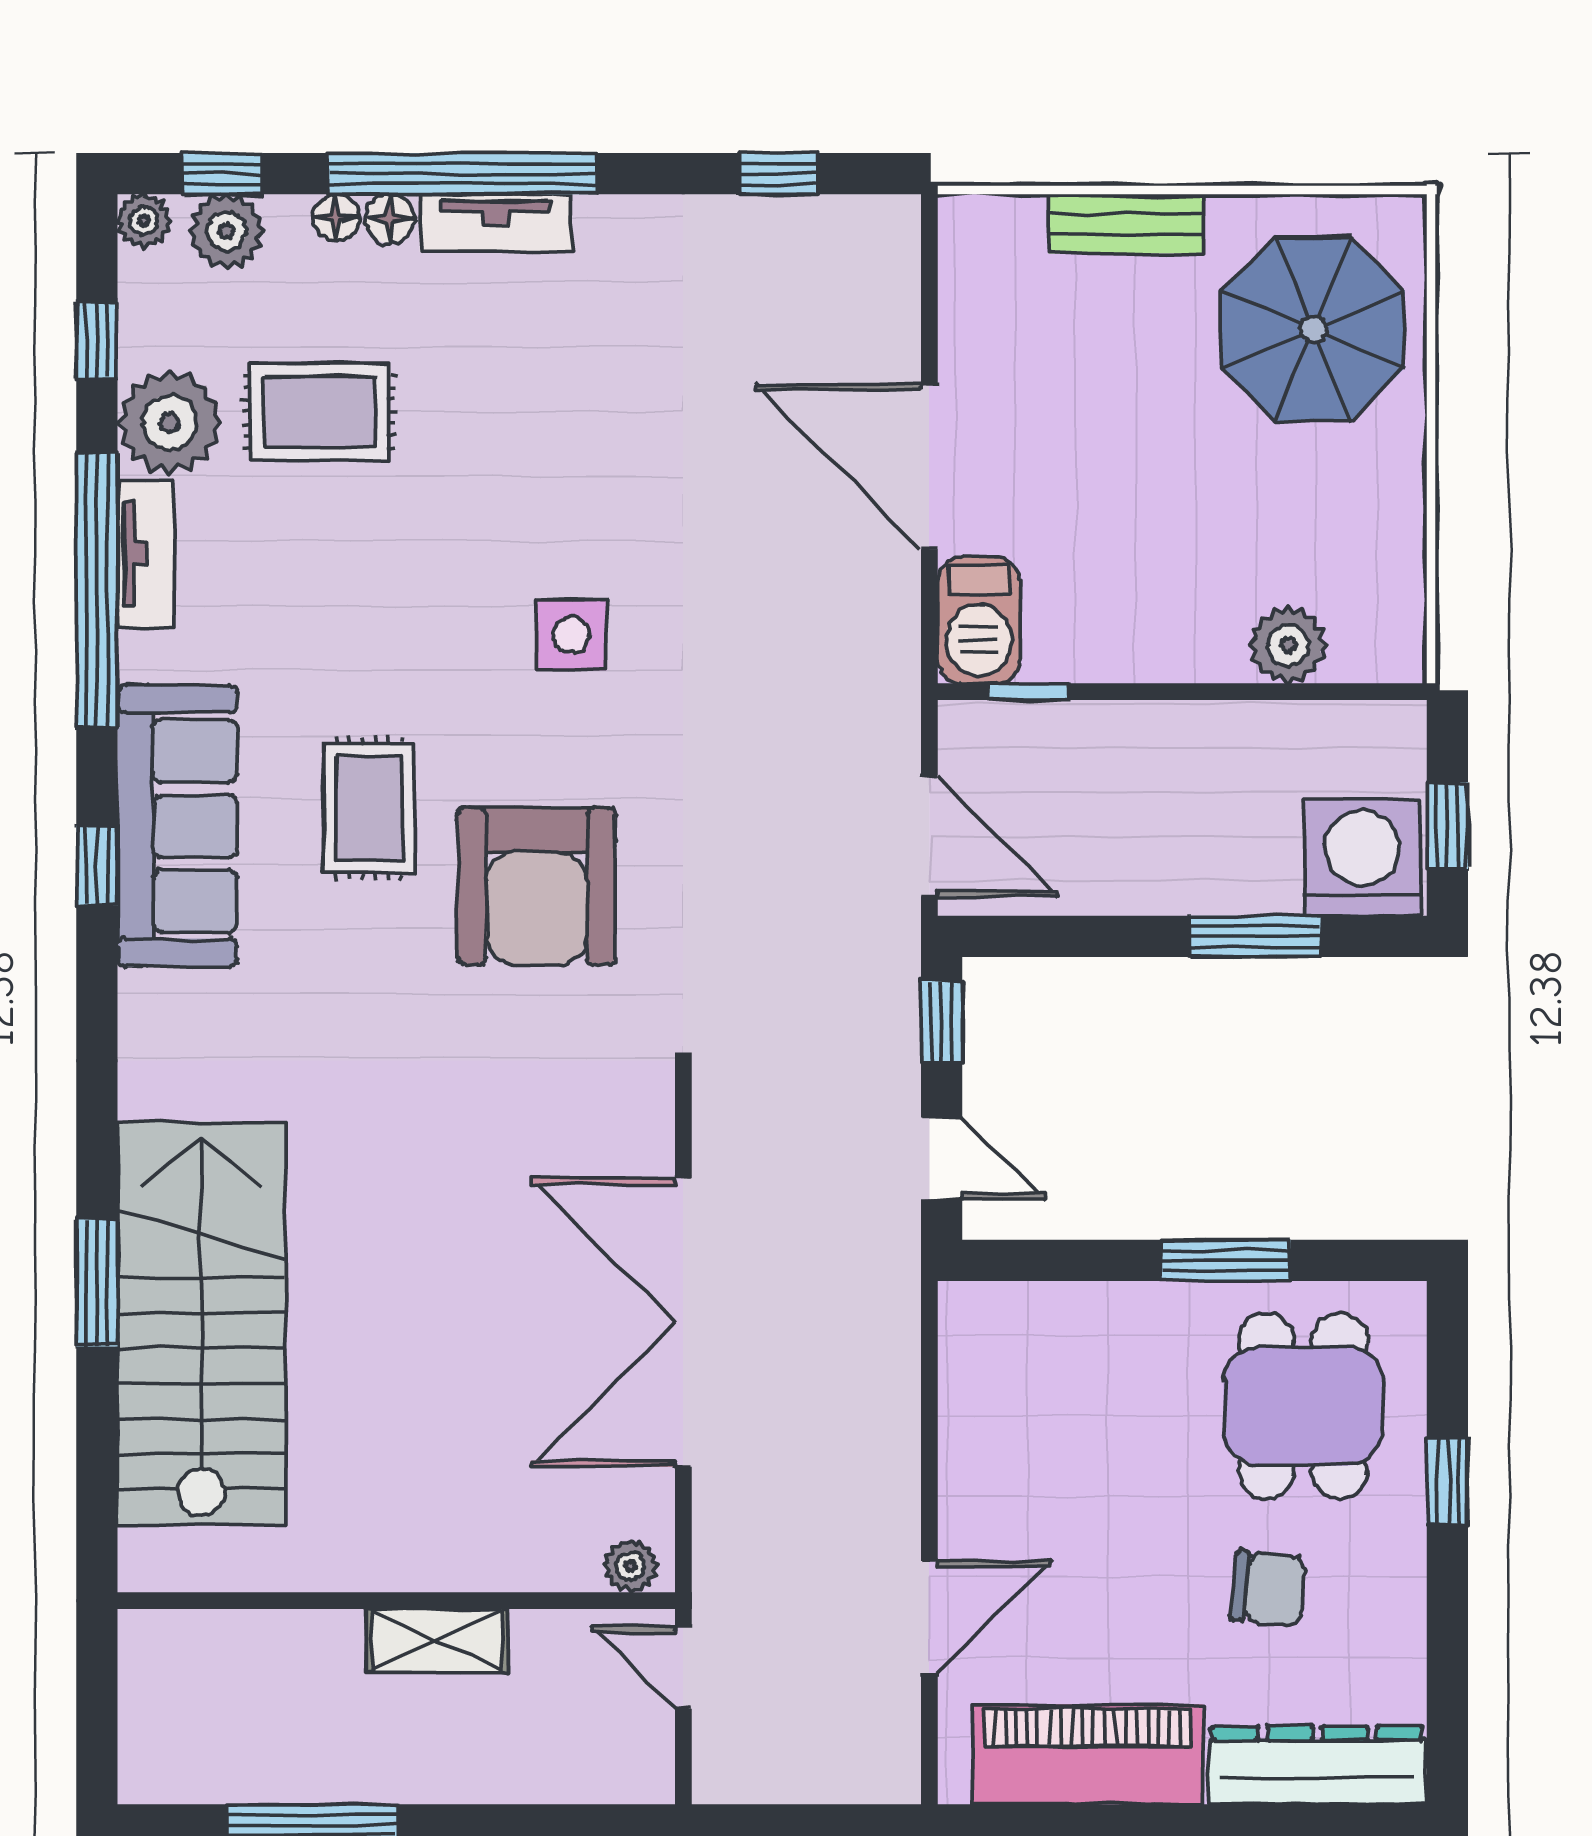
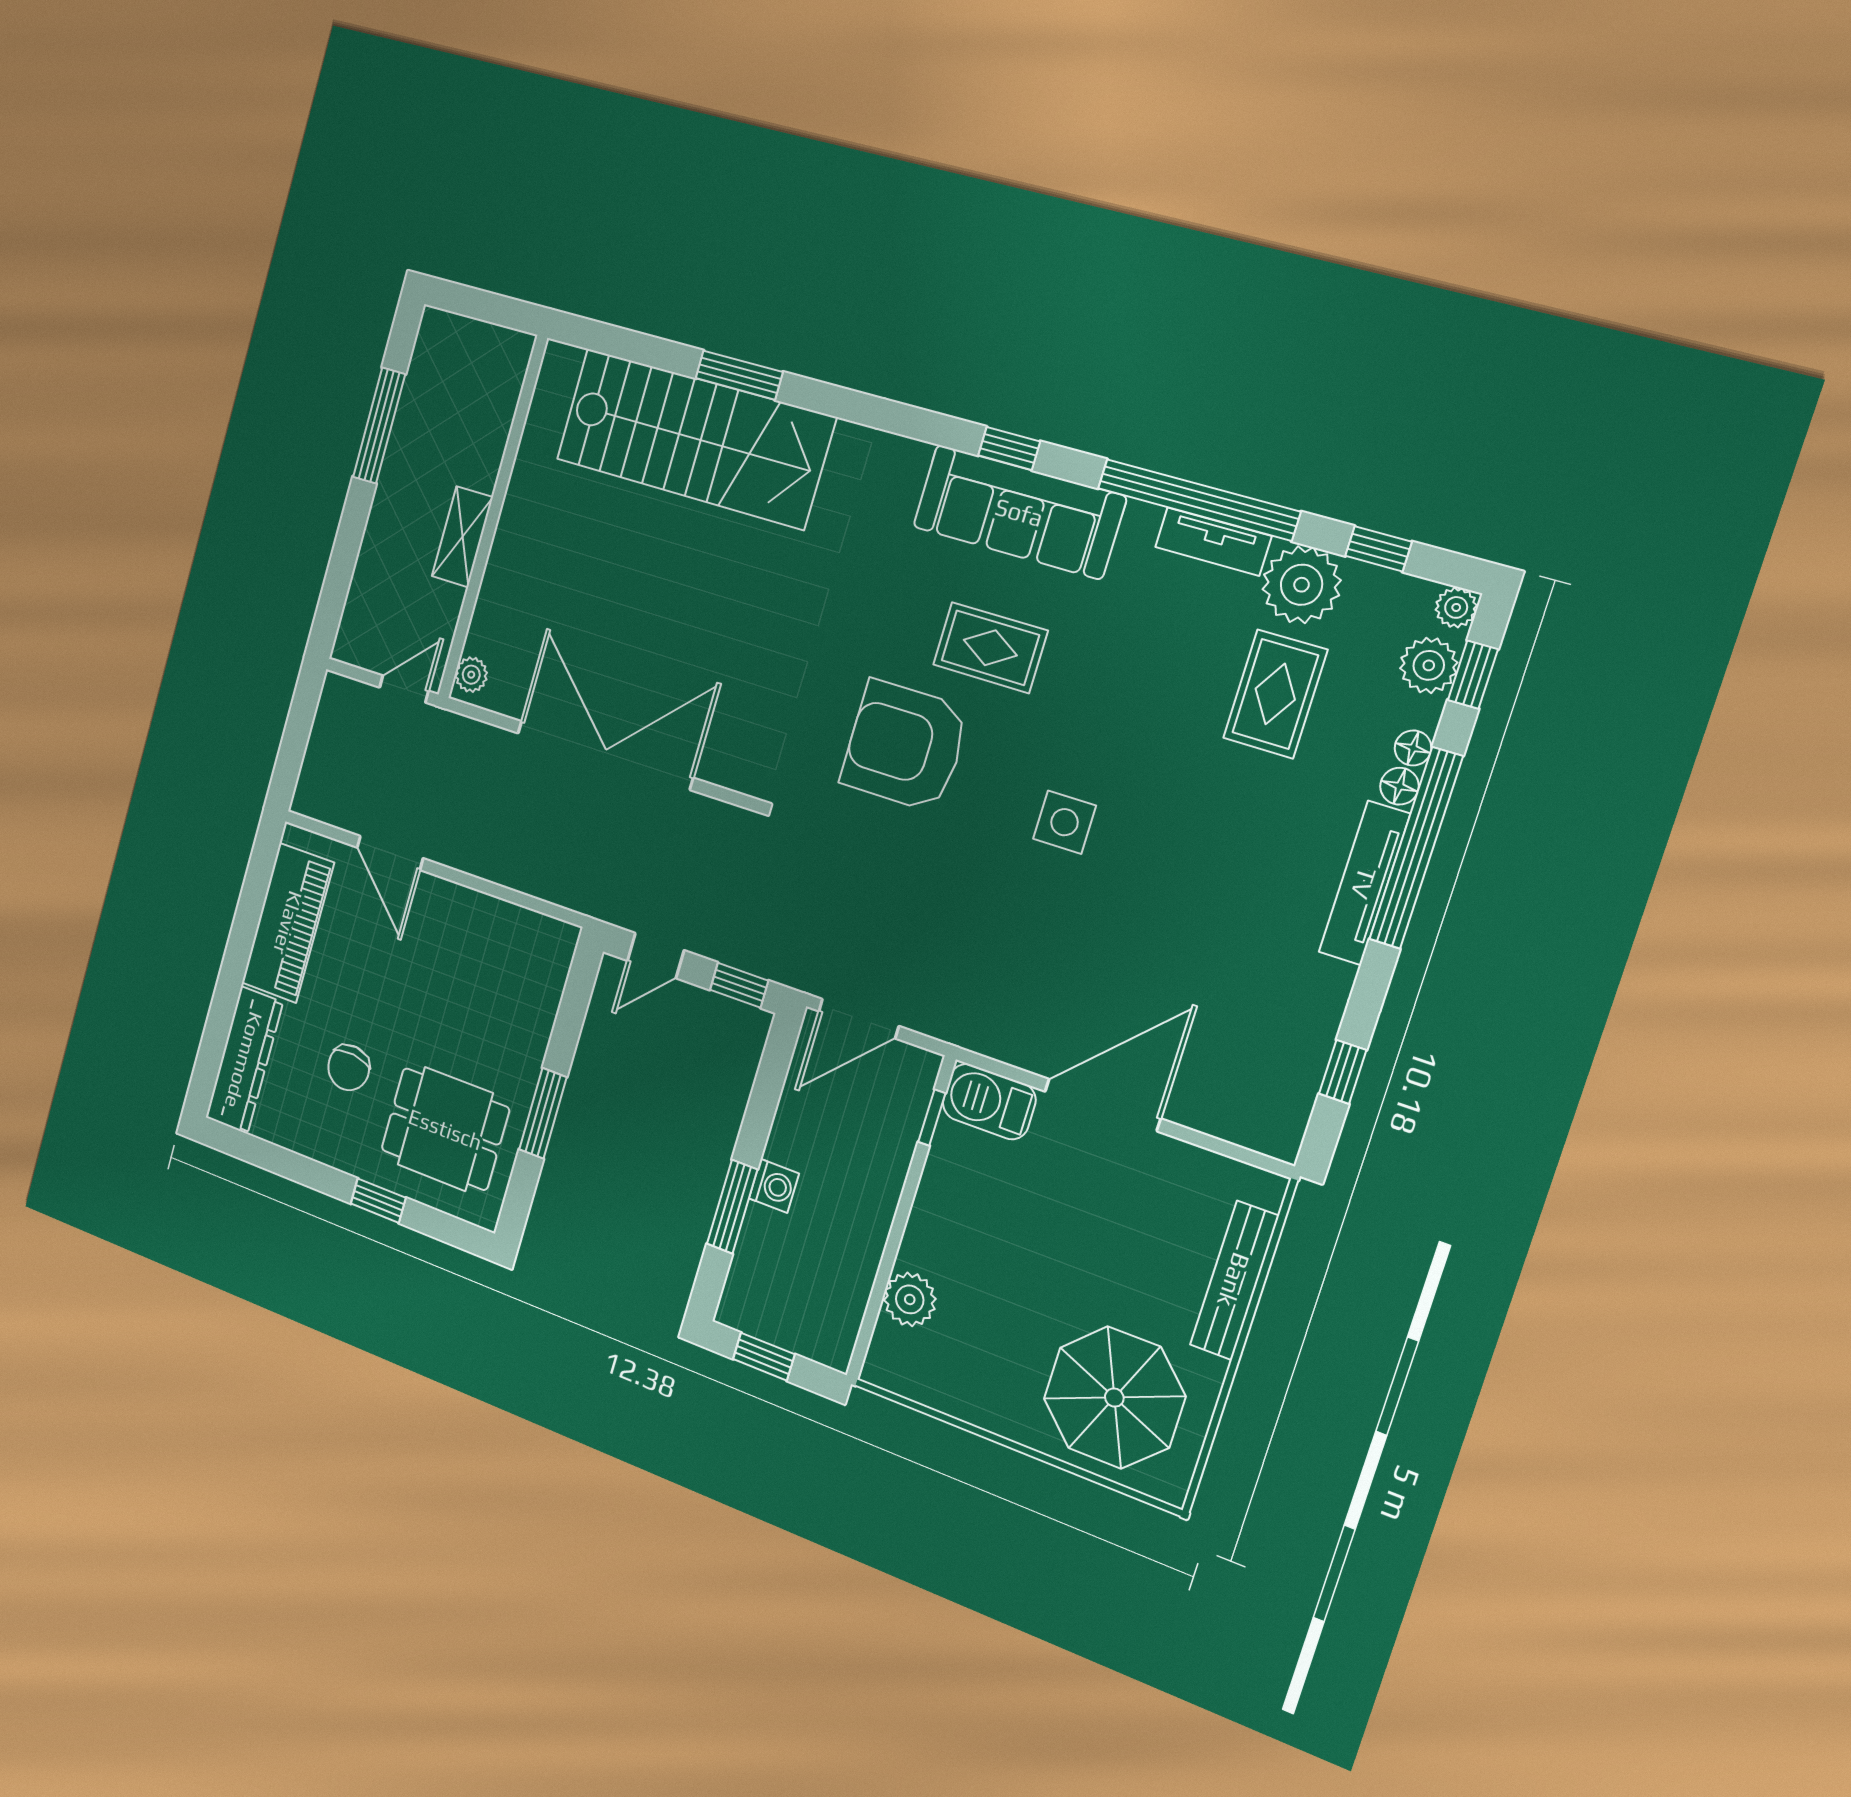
tv unit: (496, 223) -> (1364, 883), width x1.41
bench: (1126, 224) -> (1234, 1280), width x1.36
washing machine: (1362, 858) -> (774, 1186), moved, width x0.53, depth x0.53

